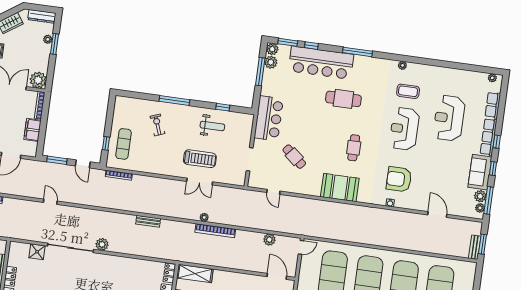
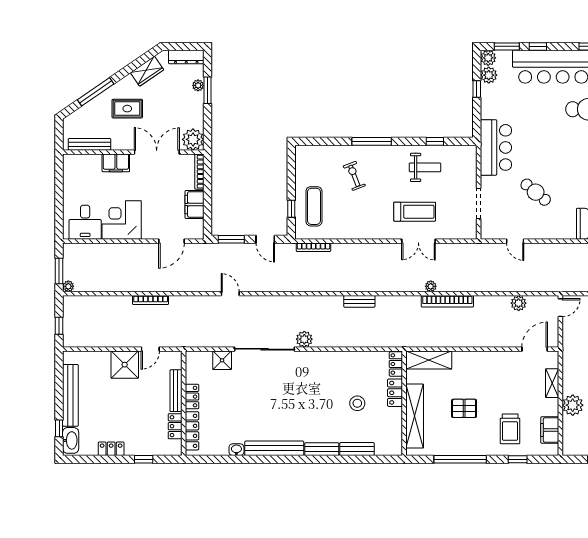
window: (260, 72) -> (477, 89), width x0.46
door: (277, 276) -> (535, 349), hinge flipped

